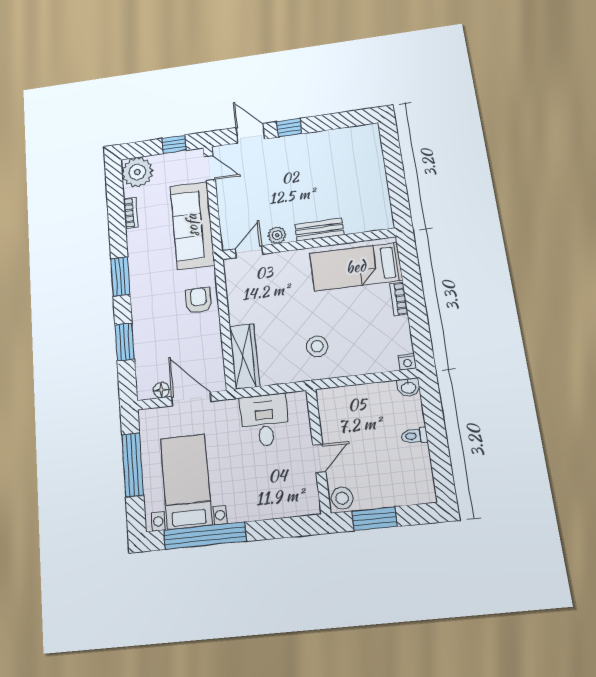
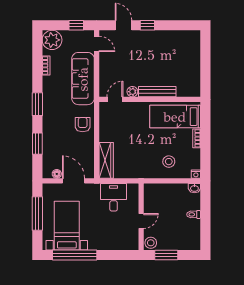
bench: (319, 230) -> (157, 92), width x1.36
stool: (317, 346) -> (169, 162), moved

